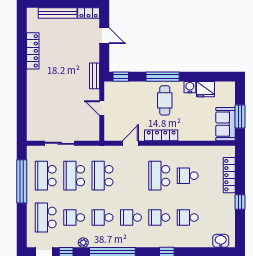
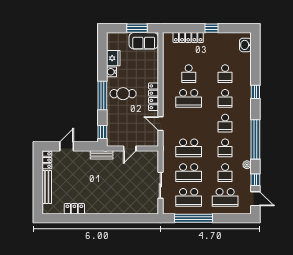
locker: (33, 51) -> (74, 209), width x0.66

